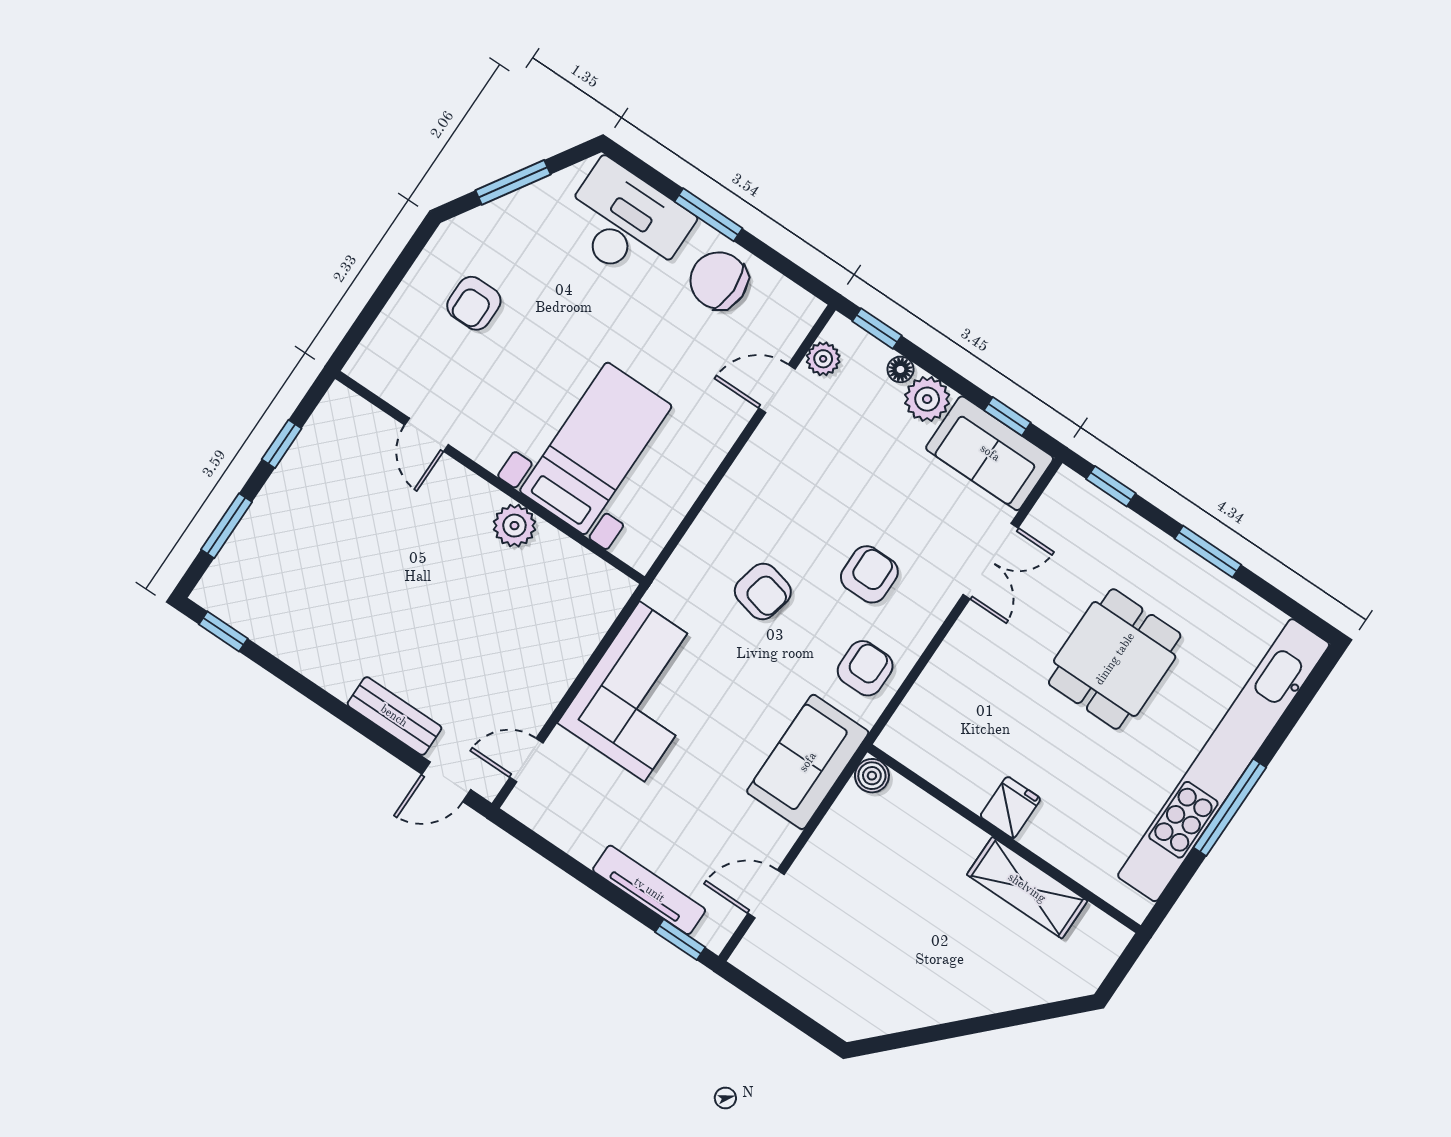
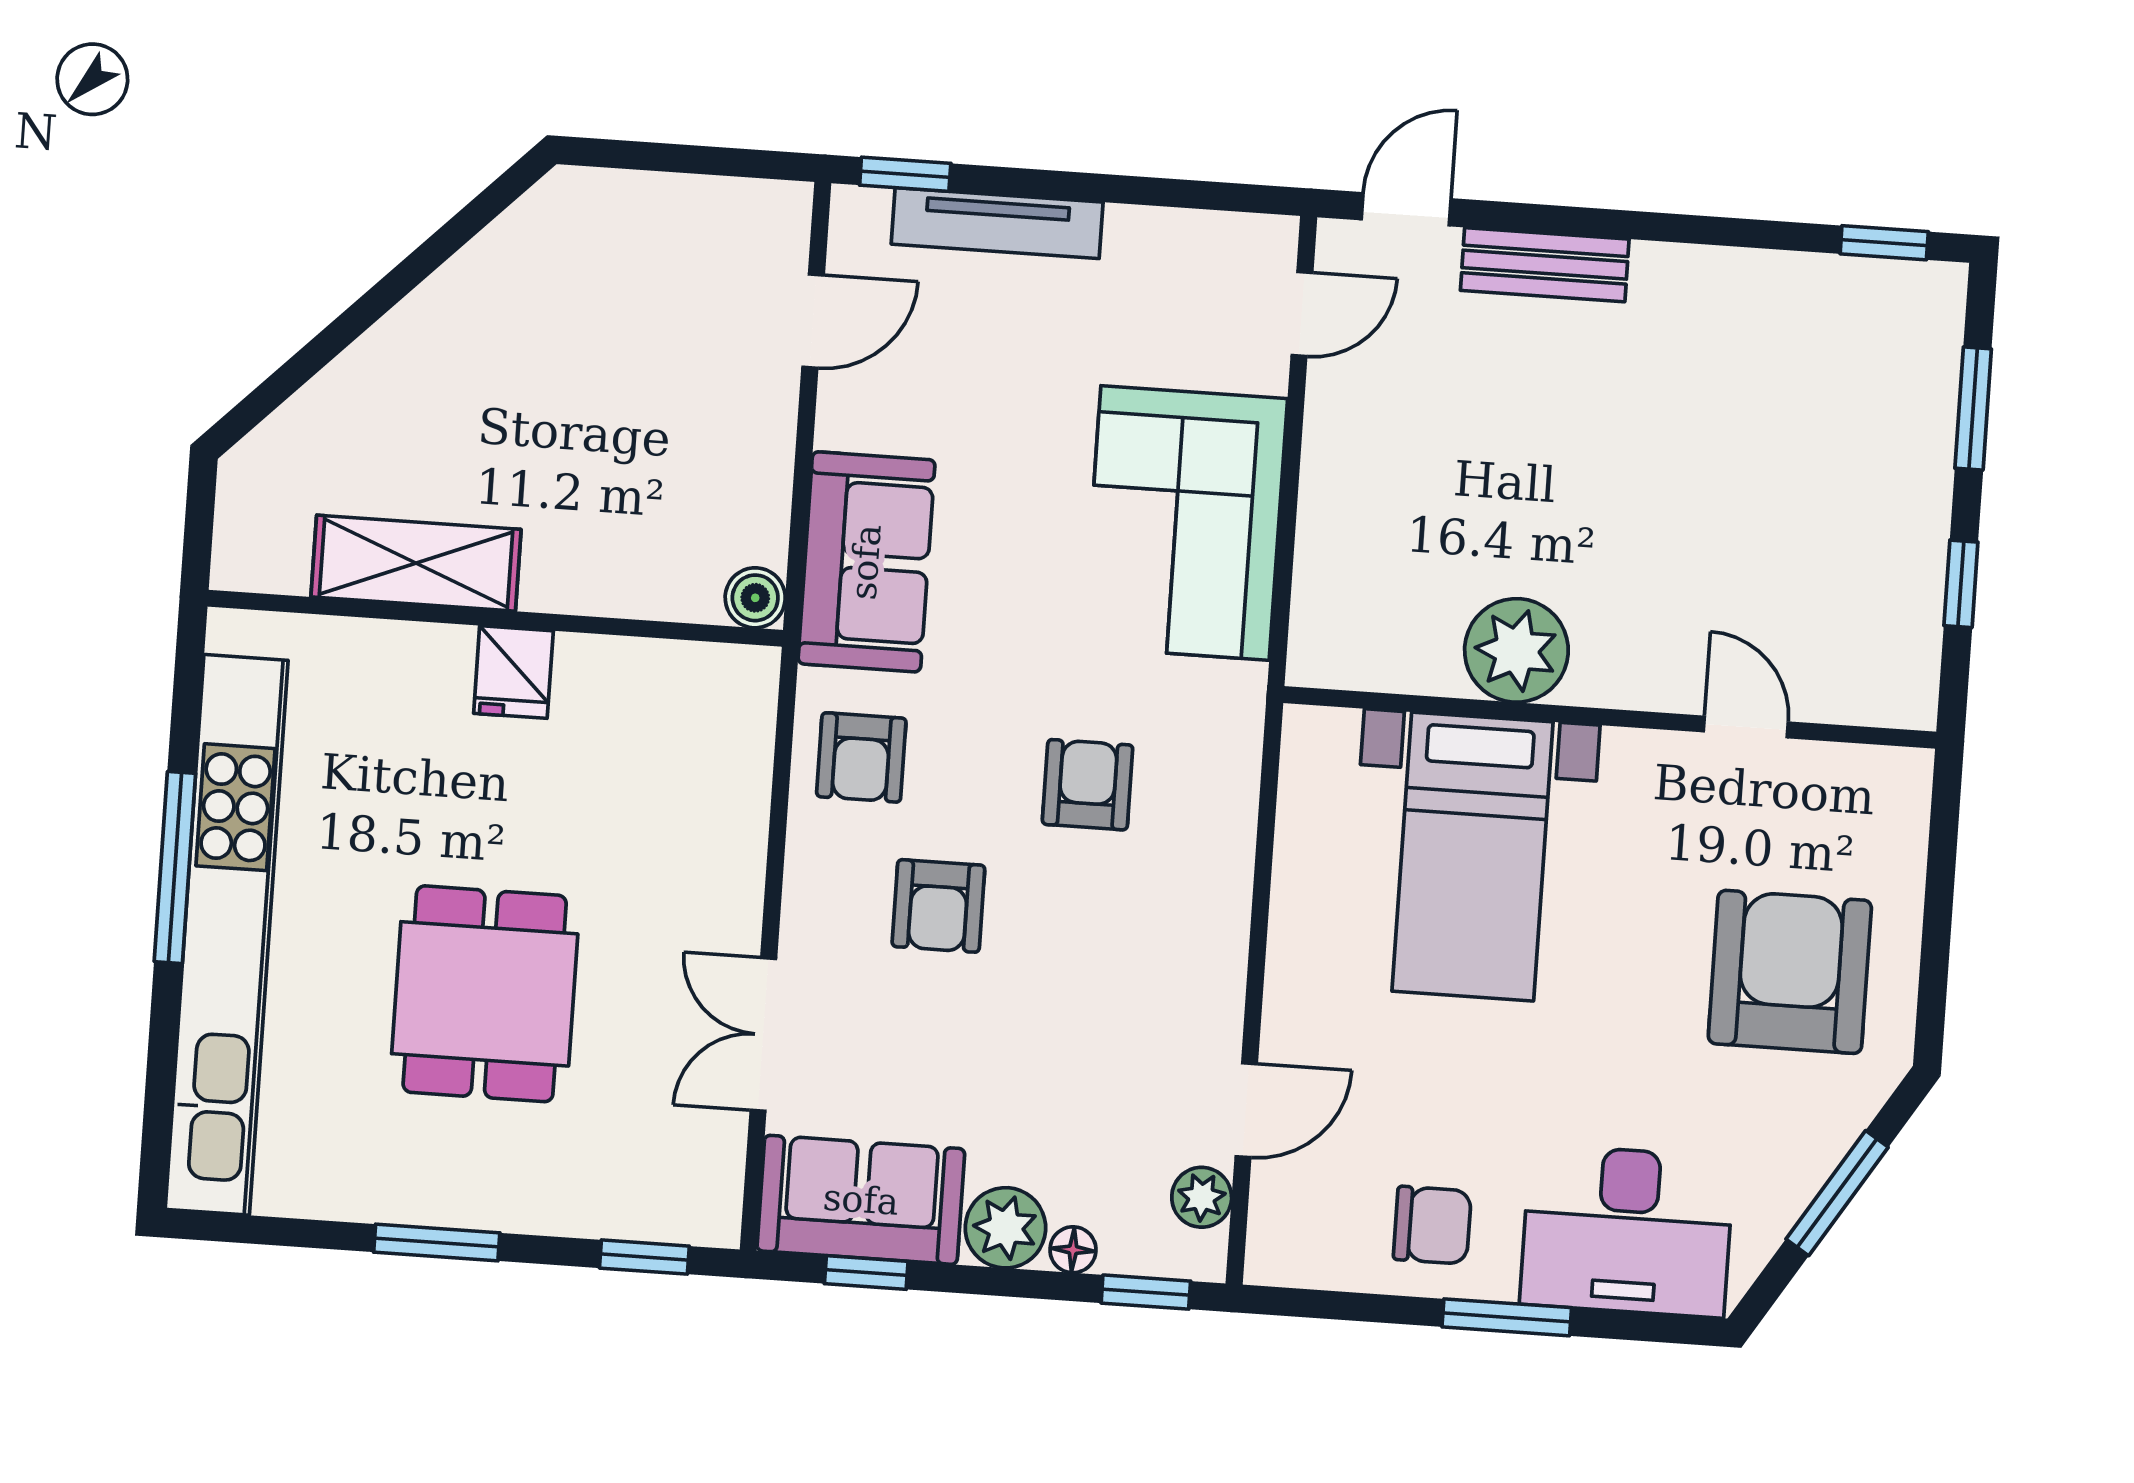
chair: (719, 280) -> (1432, 1225), width x0.73, depth x0.73
armchair: (474, 303) -> (1790, 972), width x1.88, depth x1.88
plant: (514, 526) -> (1516, 650), width x1.36, depth x1.36
armchair: (763, 591) -> (1088, 785), turned 77

